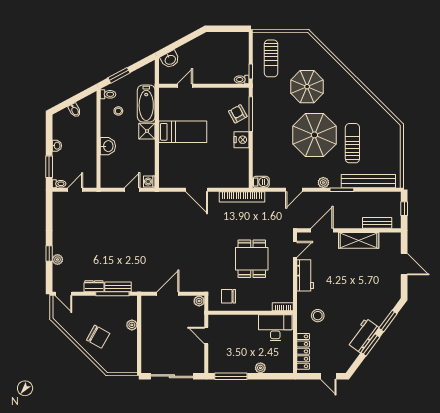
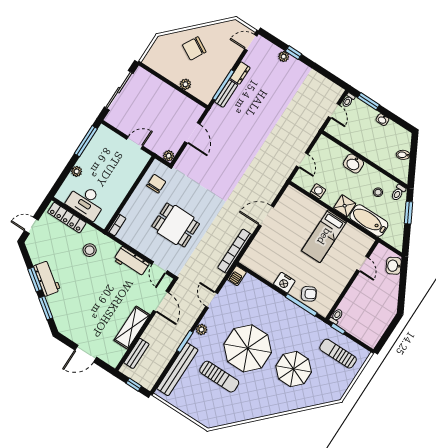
washing machine: (149, 182) -> (318, 191), moved
desk: (275, 328) -> (86, 202), moved, turned 90

